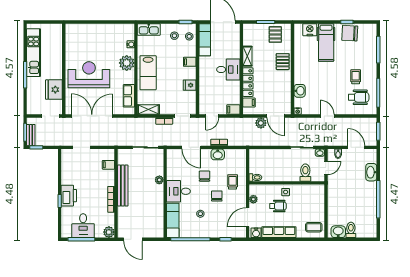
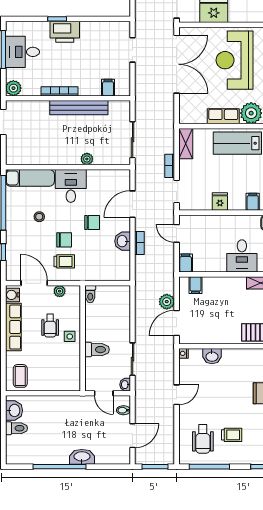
reception desk: (89, 75) -> (235, 60), turned 180
locker: (248, 82) -> (224, 284), removed
row of seats: (129, 96) -> (223, 116), moved
washbasin: (371, 172) -> (82, 457), moved
toilet: (305, 173) -> (97, 350), moved
trolley: (233, 182) -> (64, 261), moved

